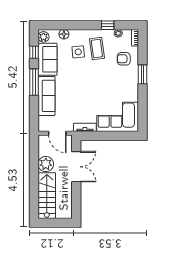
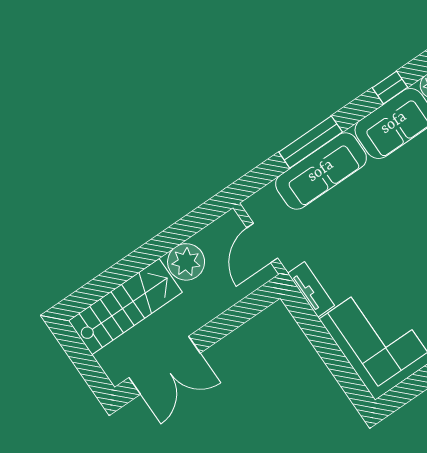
window: (34, 82) -> (311, 142), moved
double door: (76, 167) -> (165, 365), moved

